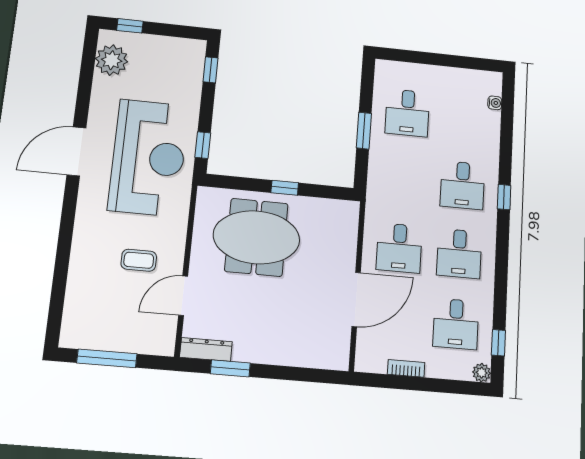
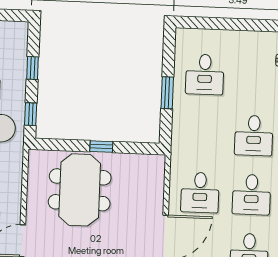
window: (210, 70) -> (33, 68), moved
meeting table: (256, 237) -> (80, 190), turned 90

